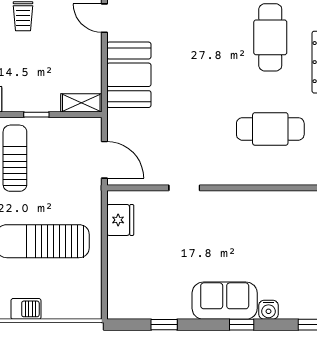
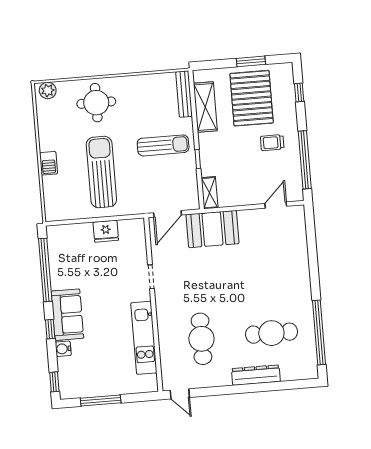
booth: (129, 75) -> (212, 229), moved
kitchen unit: (263, 204) -> (144, 338), added
fridge: (120, 220) -> (106, 231), moved
window: (164, 325) -> (45, 270), width x3.17

